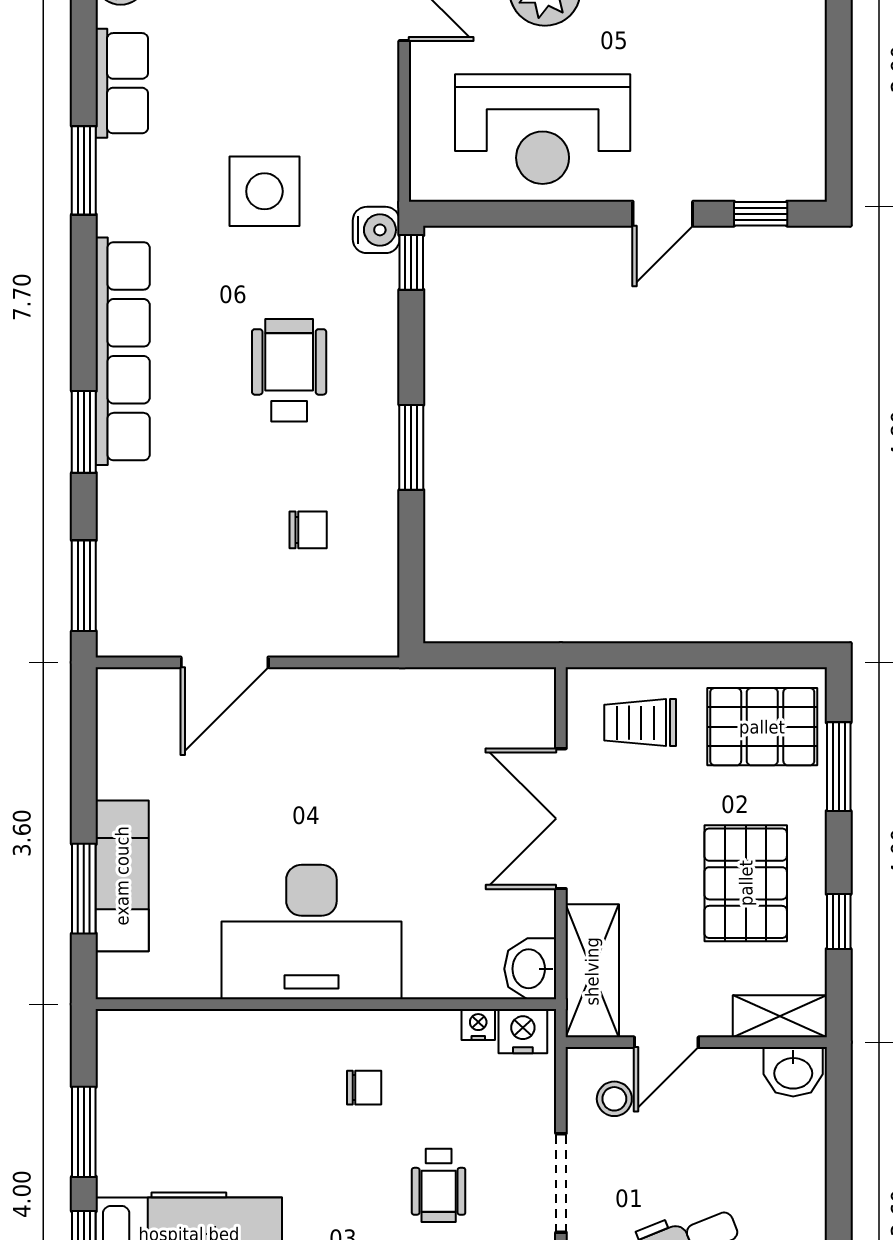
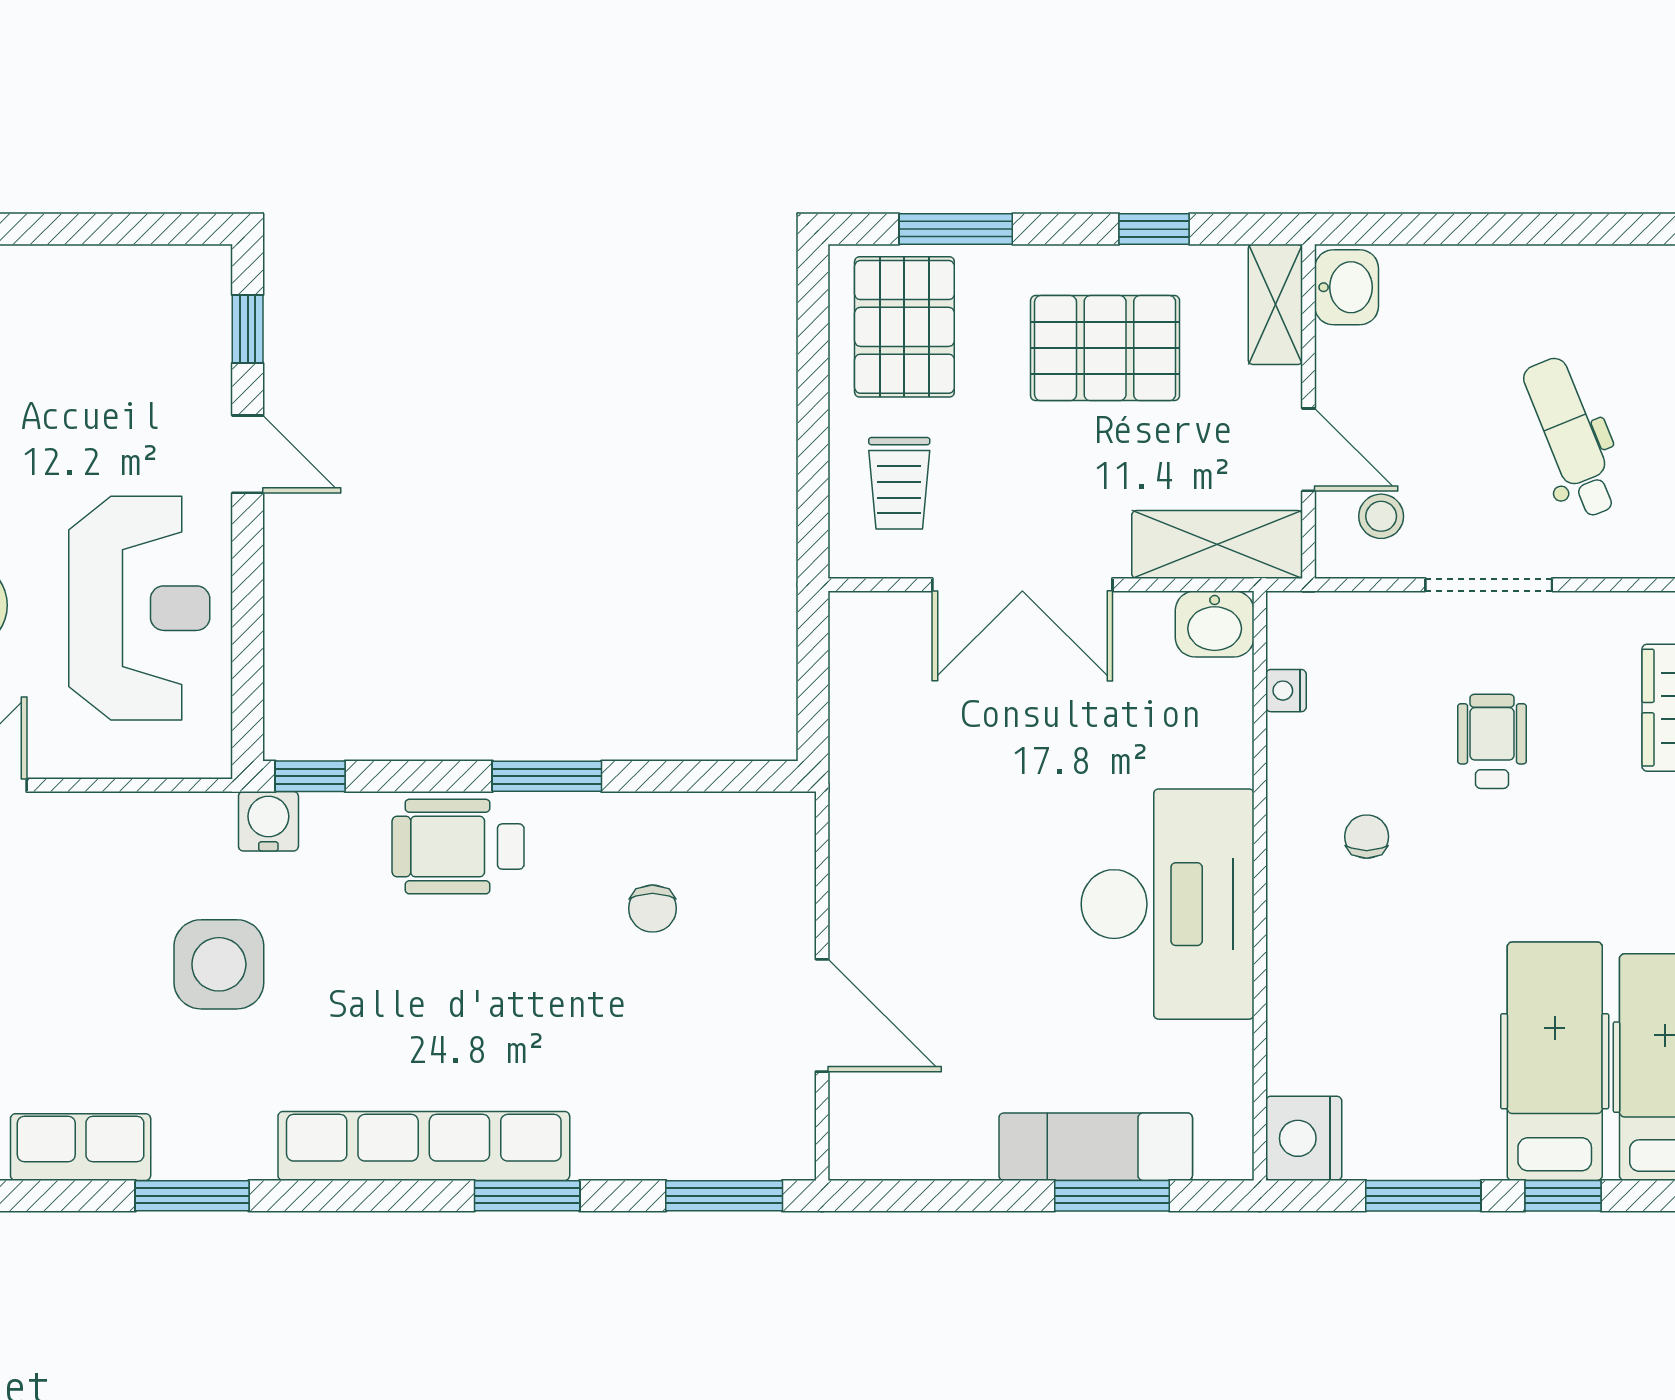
wheelchair: (289, 370) -> (458, 847), moved
chair: (308, 530) -> (652, 909), turned 180
nightstand: (523, 1031) -> (1304, 1138), moved, width x1.36, depth x1.33
wheelchair: (439, 1185) -> (1492, 741), turned -90

